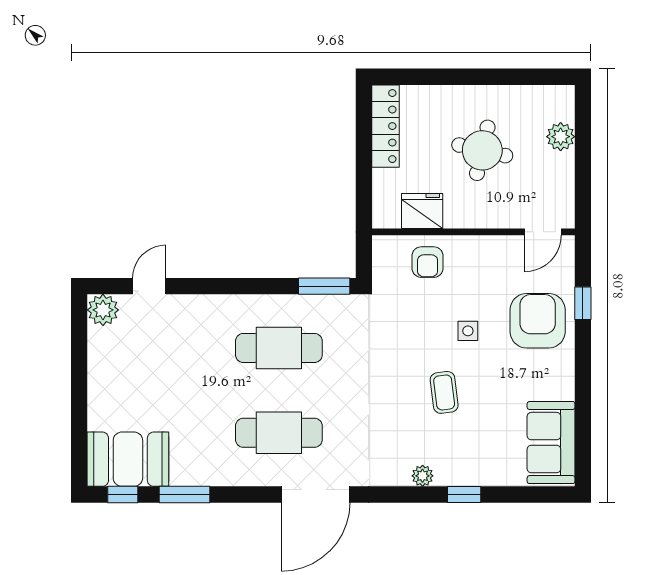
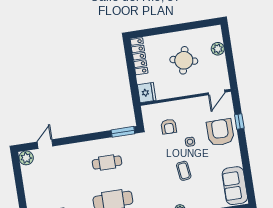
fridge: (422, 211) -> (147, 93), moved, turned 90
armchair: (428, 262) -> (169, 127), moved
cafe table: (279, 348) -> (107, 163), width x0.73, depth x0.74

